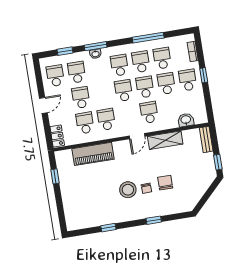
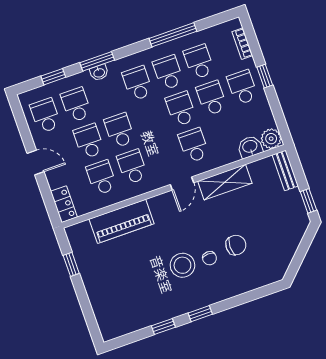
school desk: (124, 91) -> (120, 130), moved
door: (43, 105) -> (35, 162), hinge flipped
plant: (201, 117) -> (271, 139), added
chair: (165, 183) -> (236, 245), turned 90
window: (154, 220) -> (200, 314), moved

